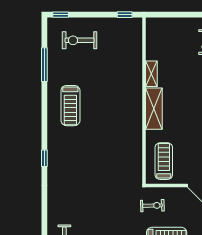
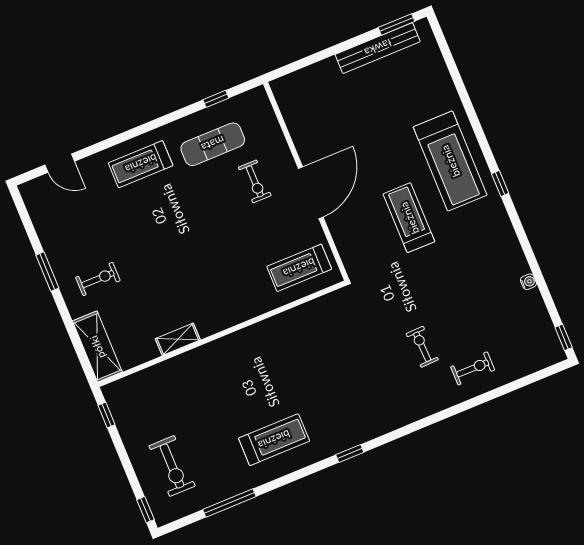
shelving: (154, 109) -> (97, 347), moved, turned 90
window: (44, 158) -> (350, 453), moved
exercise bike: (152, 206) -> (422, 347), moved

